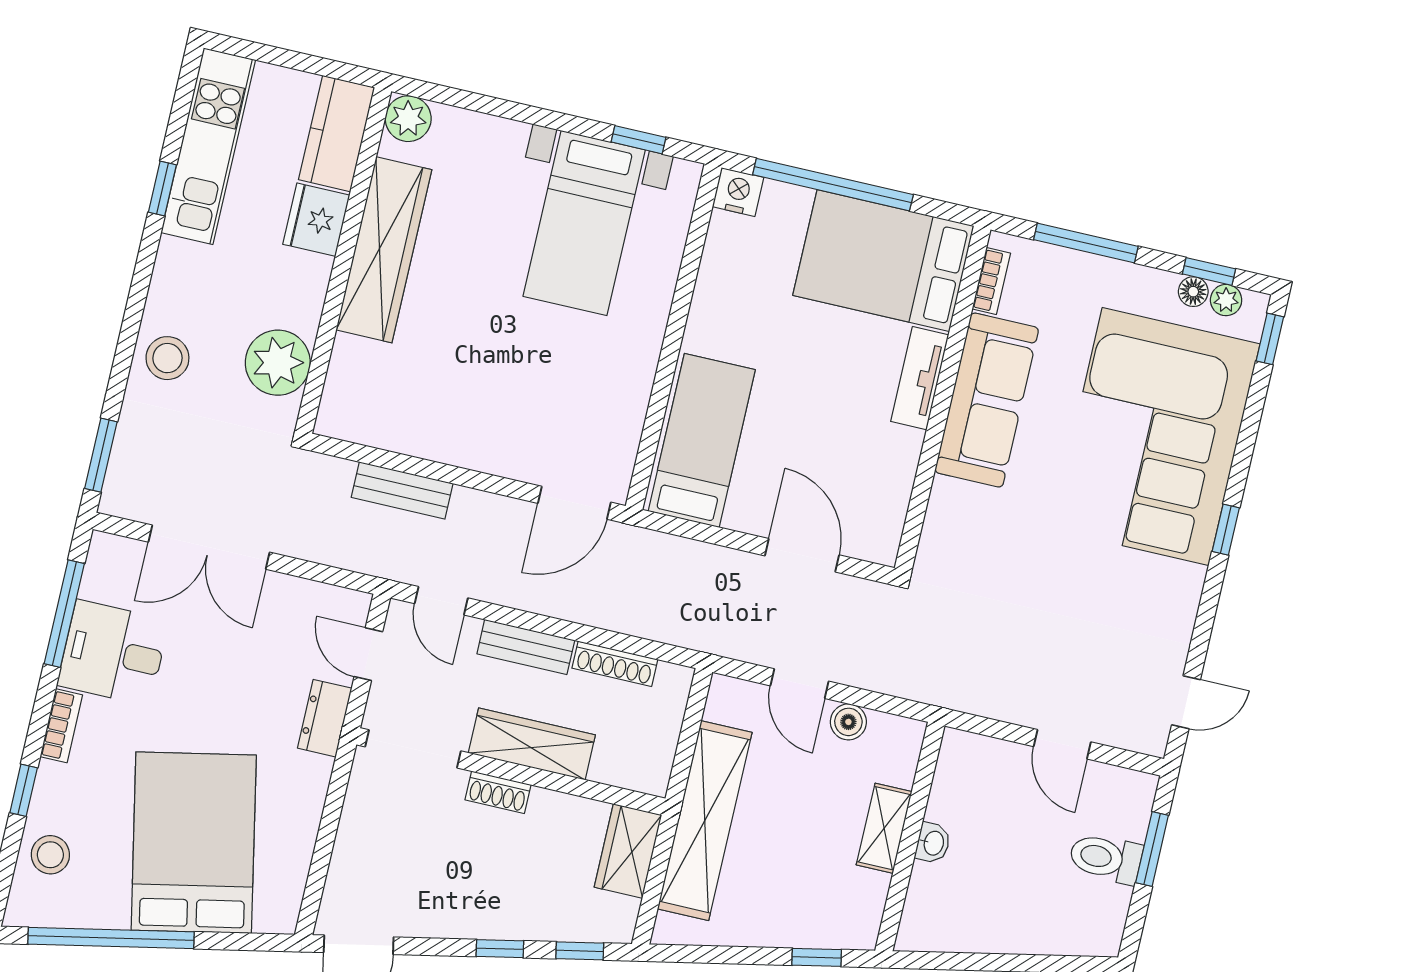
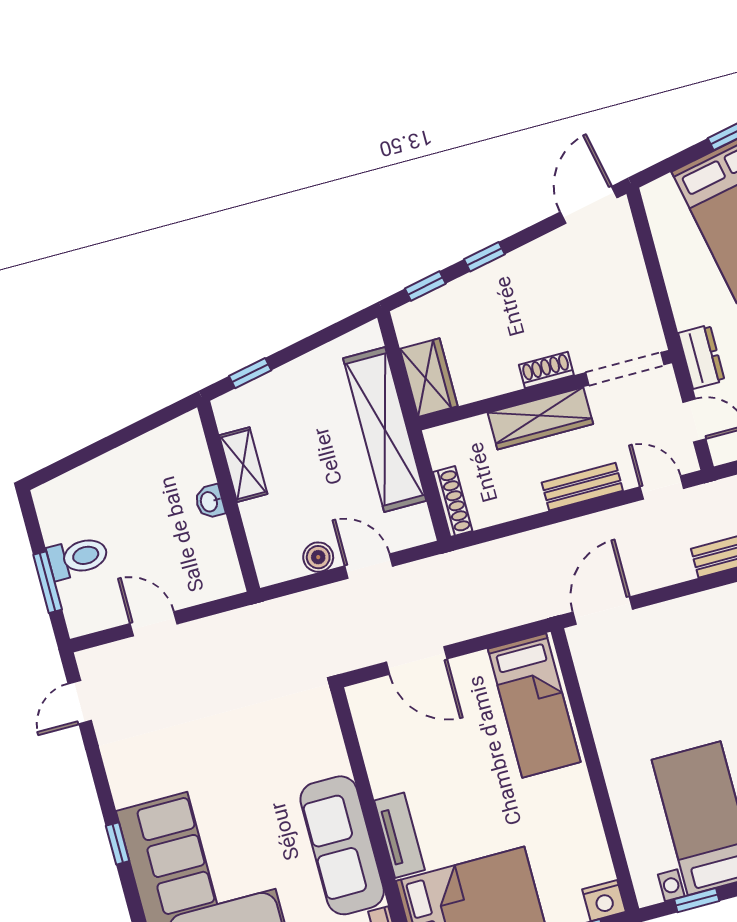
shoe rack: (615, 664) -> (453, 501), moved, turned 90
shelving: (884, 828) -> (243, 465), moved

